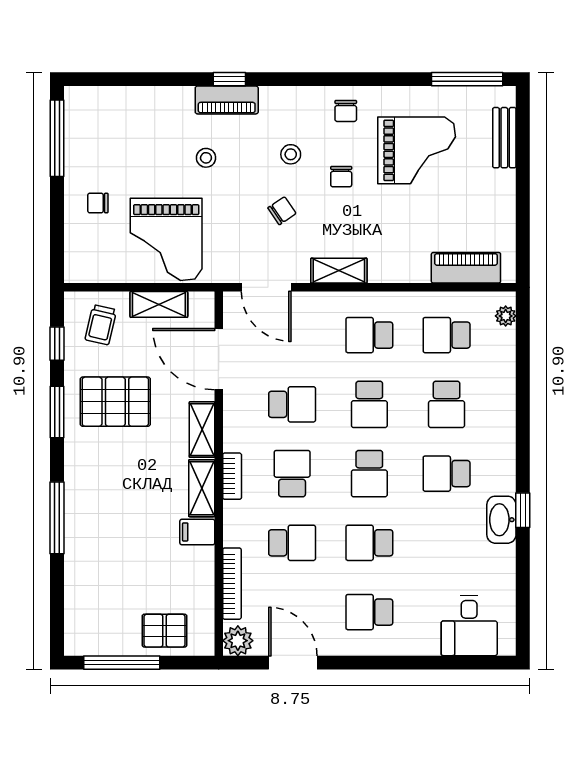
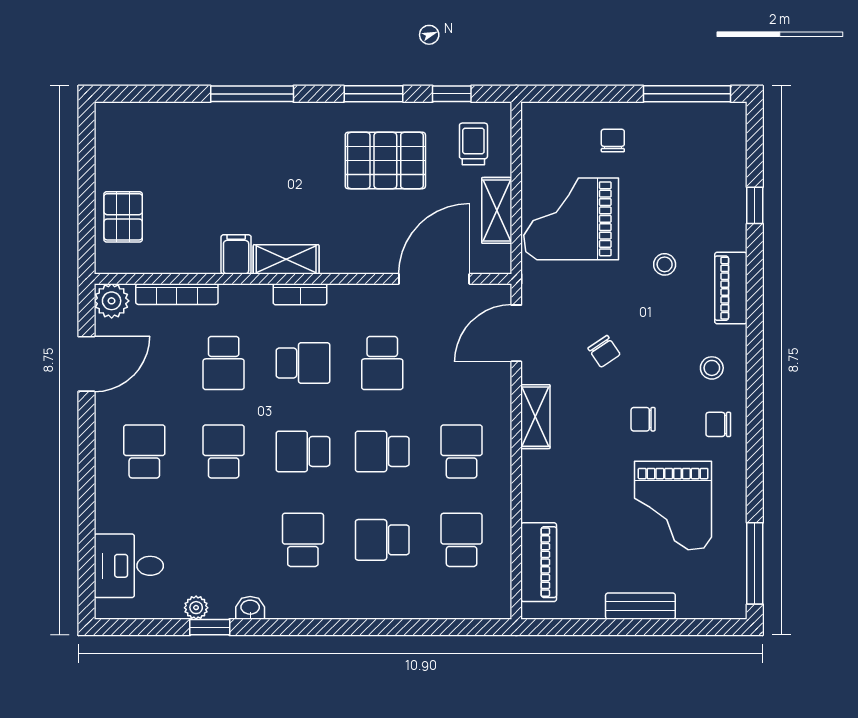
window: (229, 79) -> (755, 205), moved
bench: (504, 138) -> (640, 606), moved
stool: (291, 154) -> (712, 368), moved
plant: (506, 316) -> (196, 608), moved
trolley: (101, 325) -> (473, 144), turned 77
pallet: (115, 402) -> (385, 160), turned 90
shelving: (202, 430) -> (353, 260), removed
window: (523, 510) -> (210, 627), moved
washbasin: (501, 520) -> (250, 608), width x0.52, depth x0.69
window: (122, 663) -> (86, 168), removed

